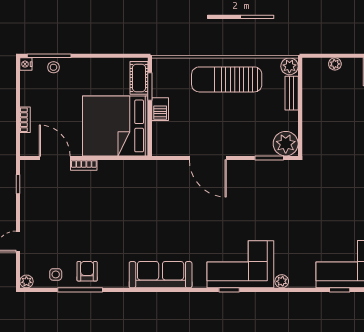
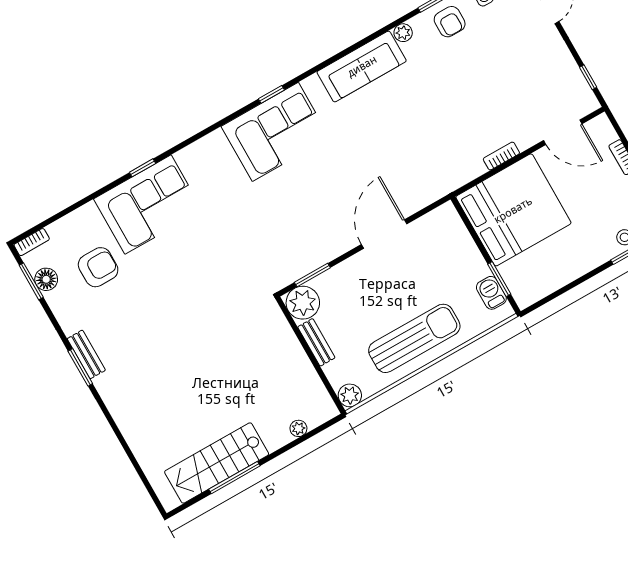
cot: (139, 78) -> (518, 282), removed
bench: (292, 93) -> (316, 342), moved
barbecue: (160, 109) -> (491, 293), moved
door: (208, 158) -> (384, 234), hinge flipped
bookcase: (84, 165) -> (501, 156), moved
plant: (282, 281) -> (403, 33), moved

